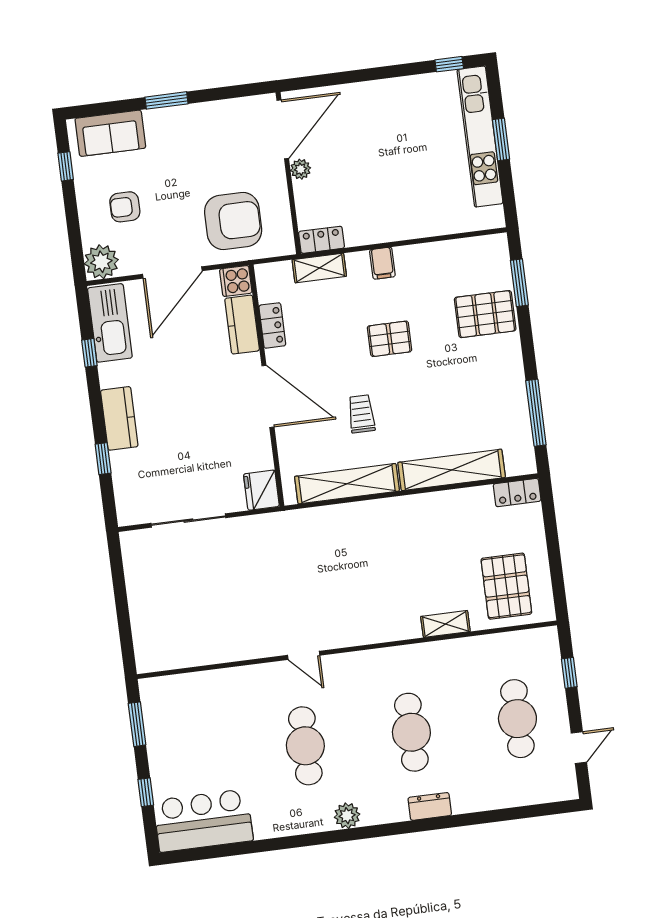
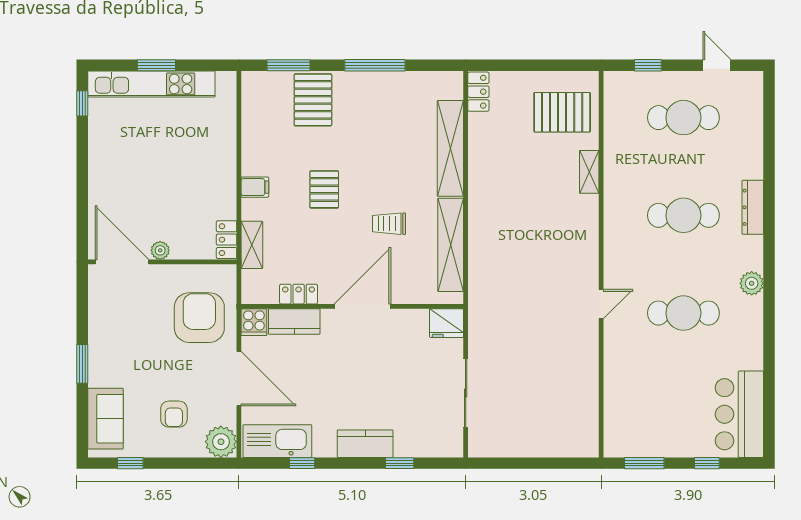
window: (536, 413) -> (375, 65), moved
dresser: (430, 806) -> (753, 207), width x1.44

